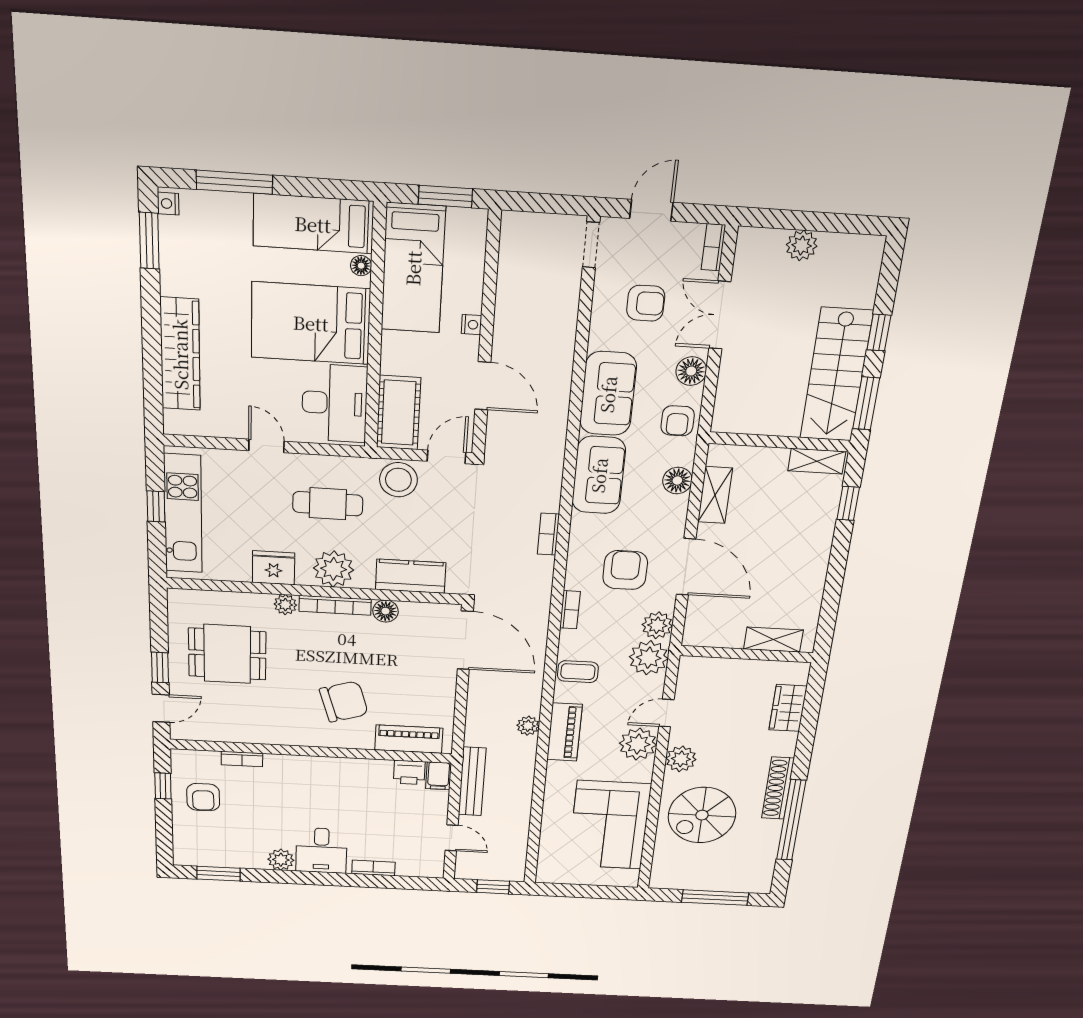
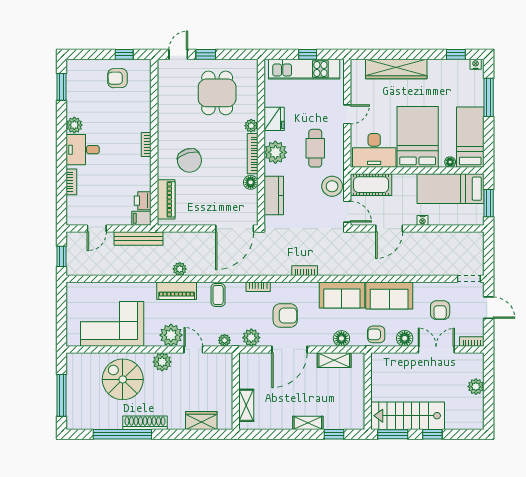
window: (149, 241) -> (456, 54), width x0.67
shelving: (817, 461) -> (308, 423), moved, turned 90
plant: (649, 658) -> (224, 340), width x0.53, depth x0.53
door: (161, 708) -> (178, 54), swing flipped
bookcase: (242, 759) -> (146, 144), moved

